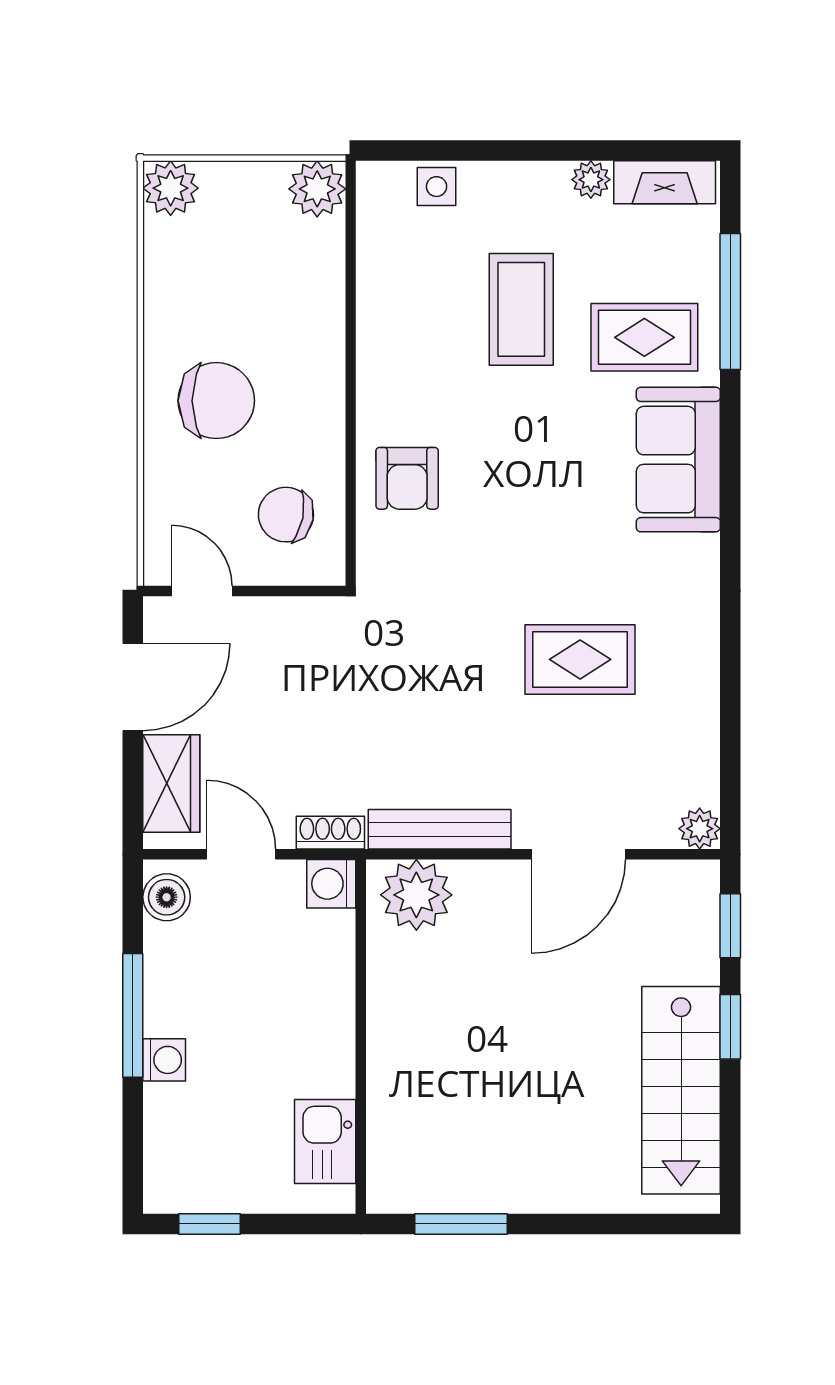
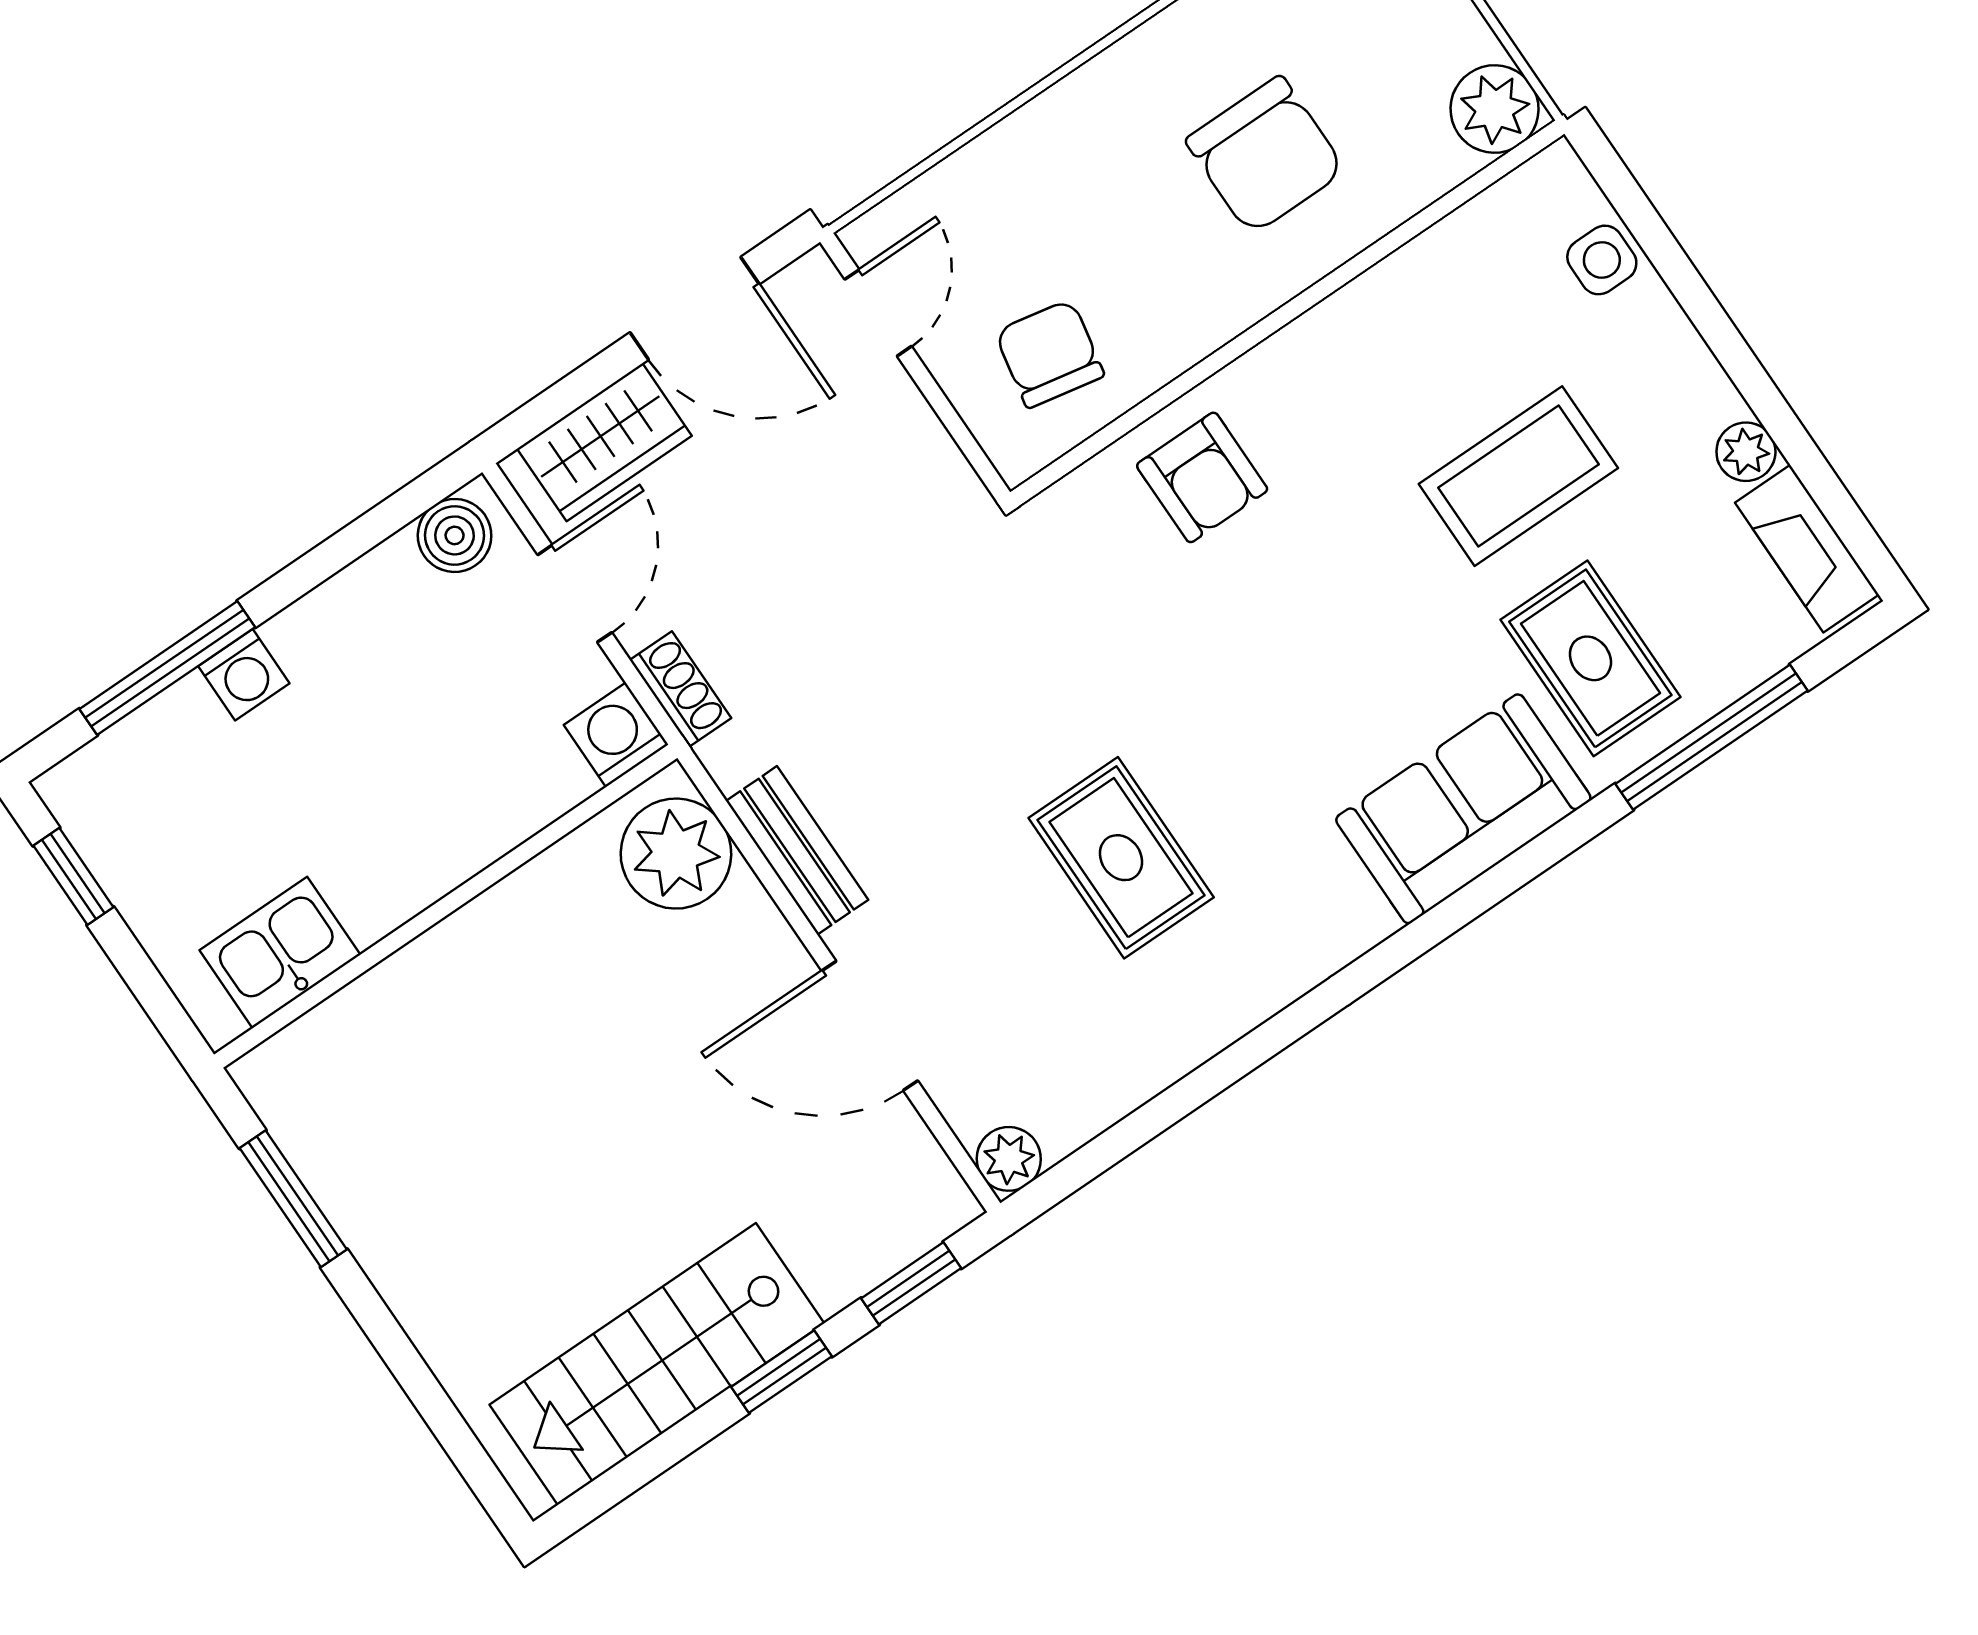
chair: (216, 401) -> (1266, 155), moved
armchair: (407, 478) -> (1202, 477), turned -90
bench: (440, 829) -> (797, 850), width x0.73
window: (133, 1015) -> (167, 668), moved

